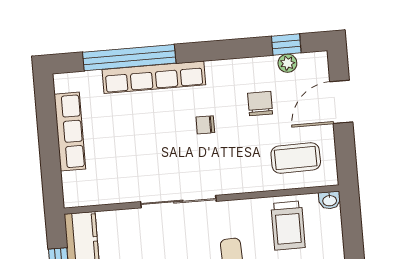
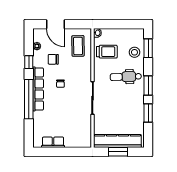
window: (286, 45) -> (29, 62), moved
window: (129, 58) -> (29, 99), moved
row of seats: (154, 77) -> (38, 89), moved
row of seats: (70, 132) -> (53, 142), width x0.68

